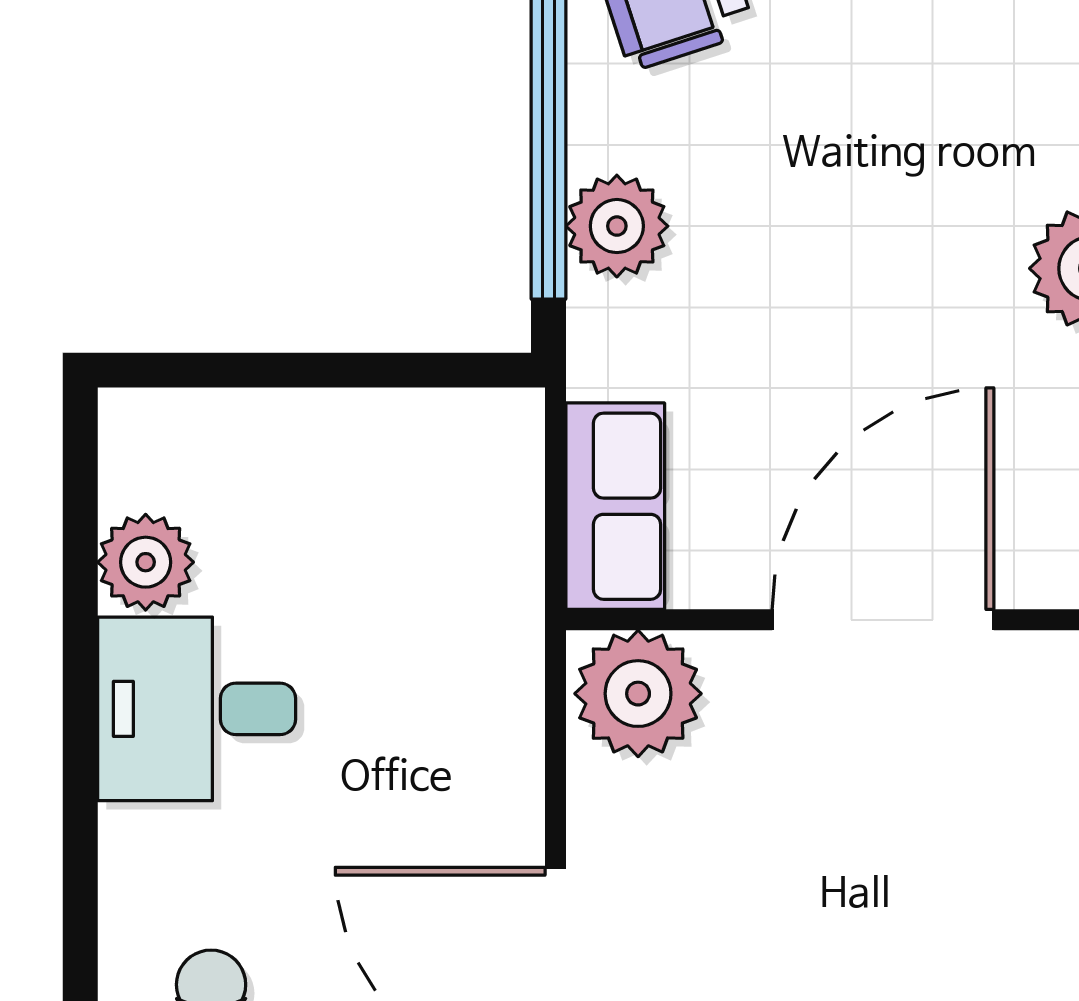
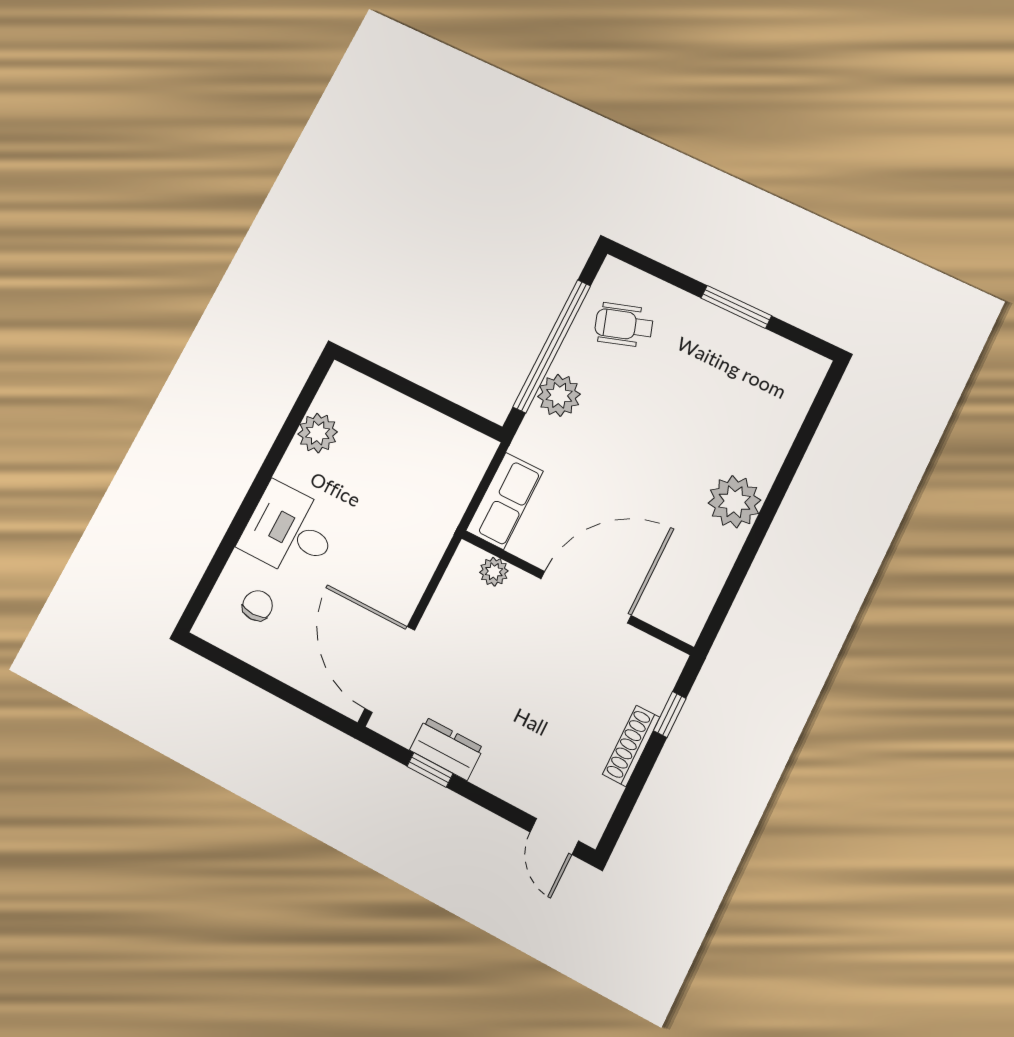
plant: (638, 694) -> (494, 572), width x0.53, depth x0.53
desk: (197, 709) -> (290, 531), moved

